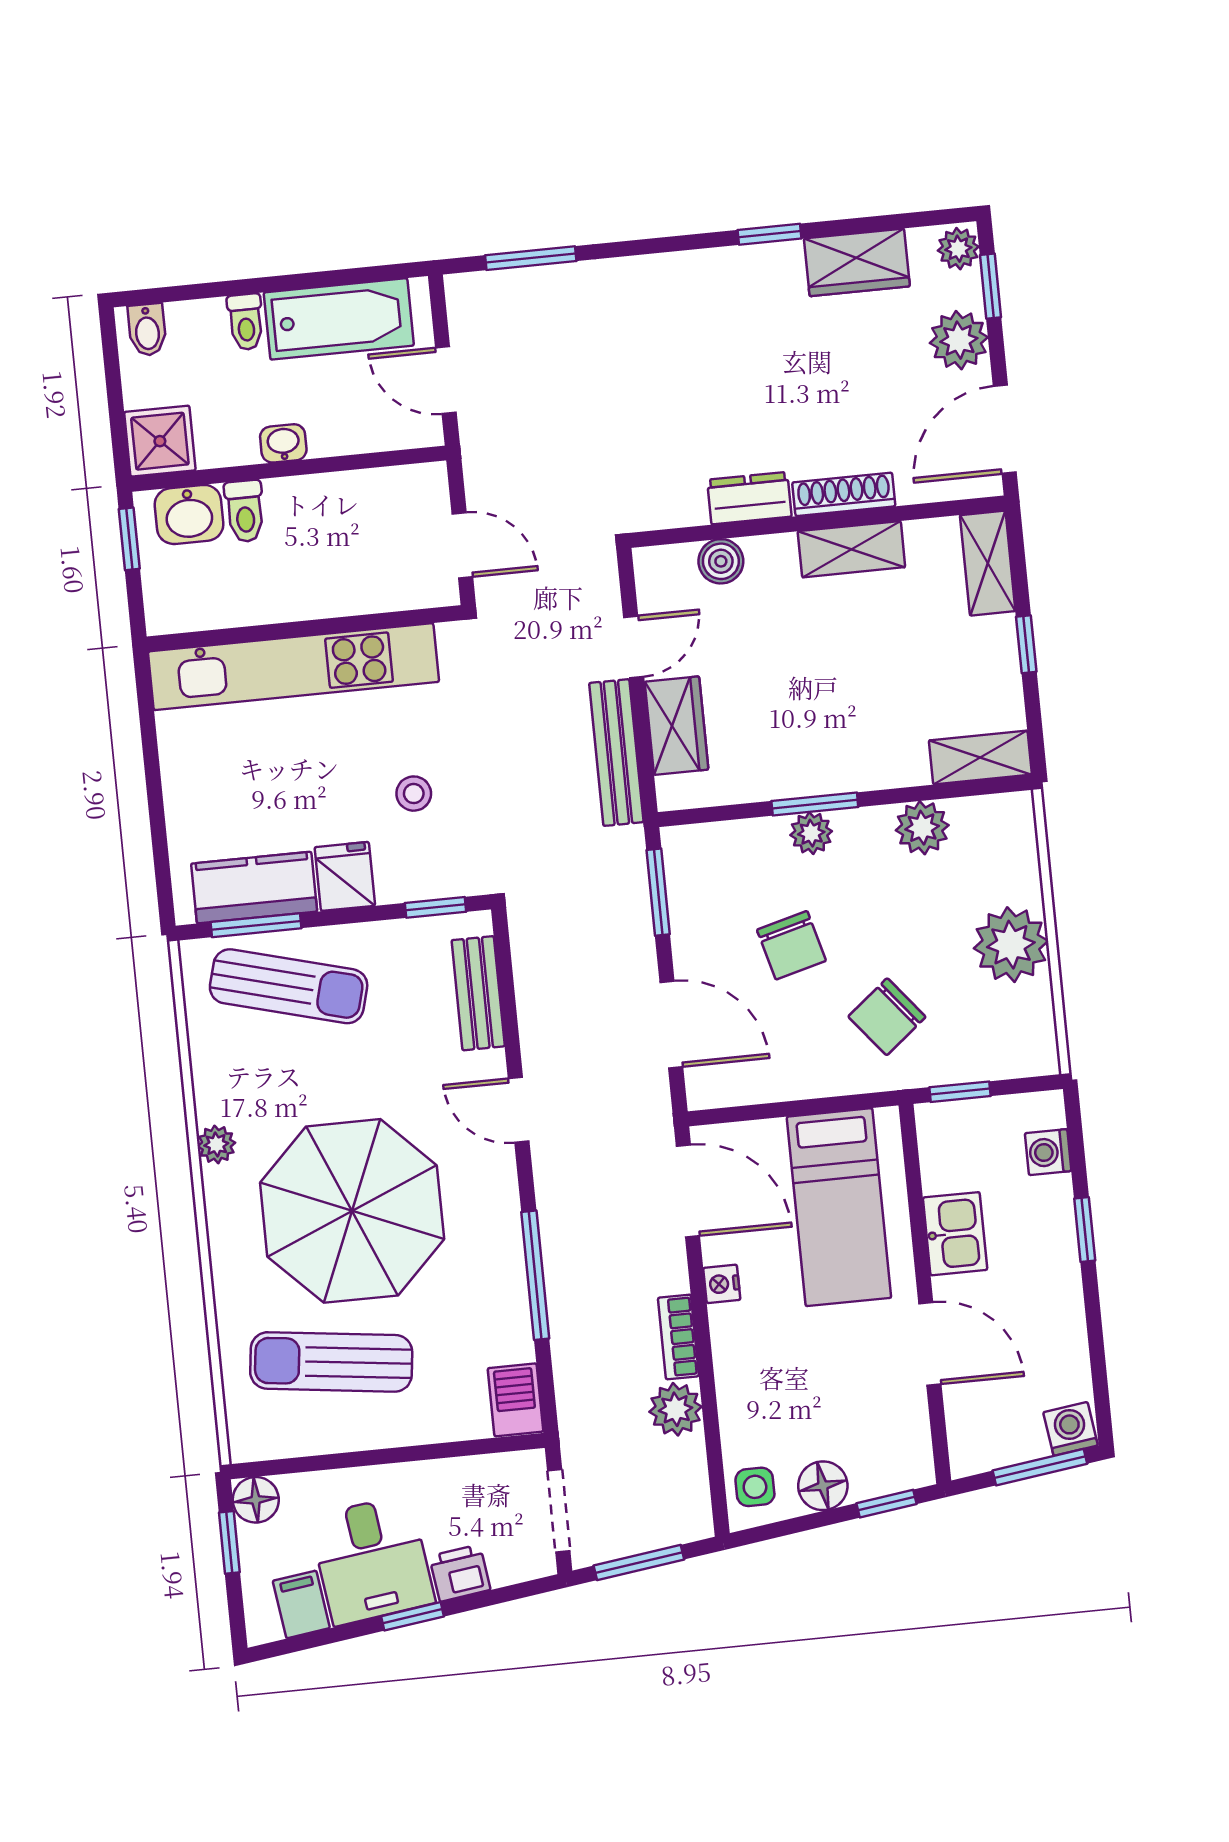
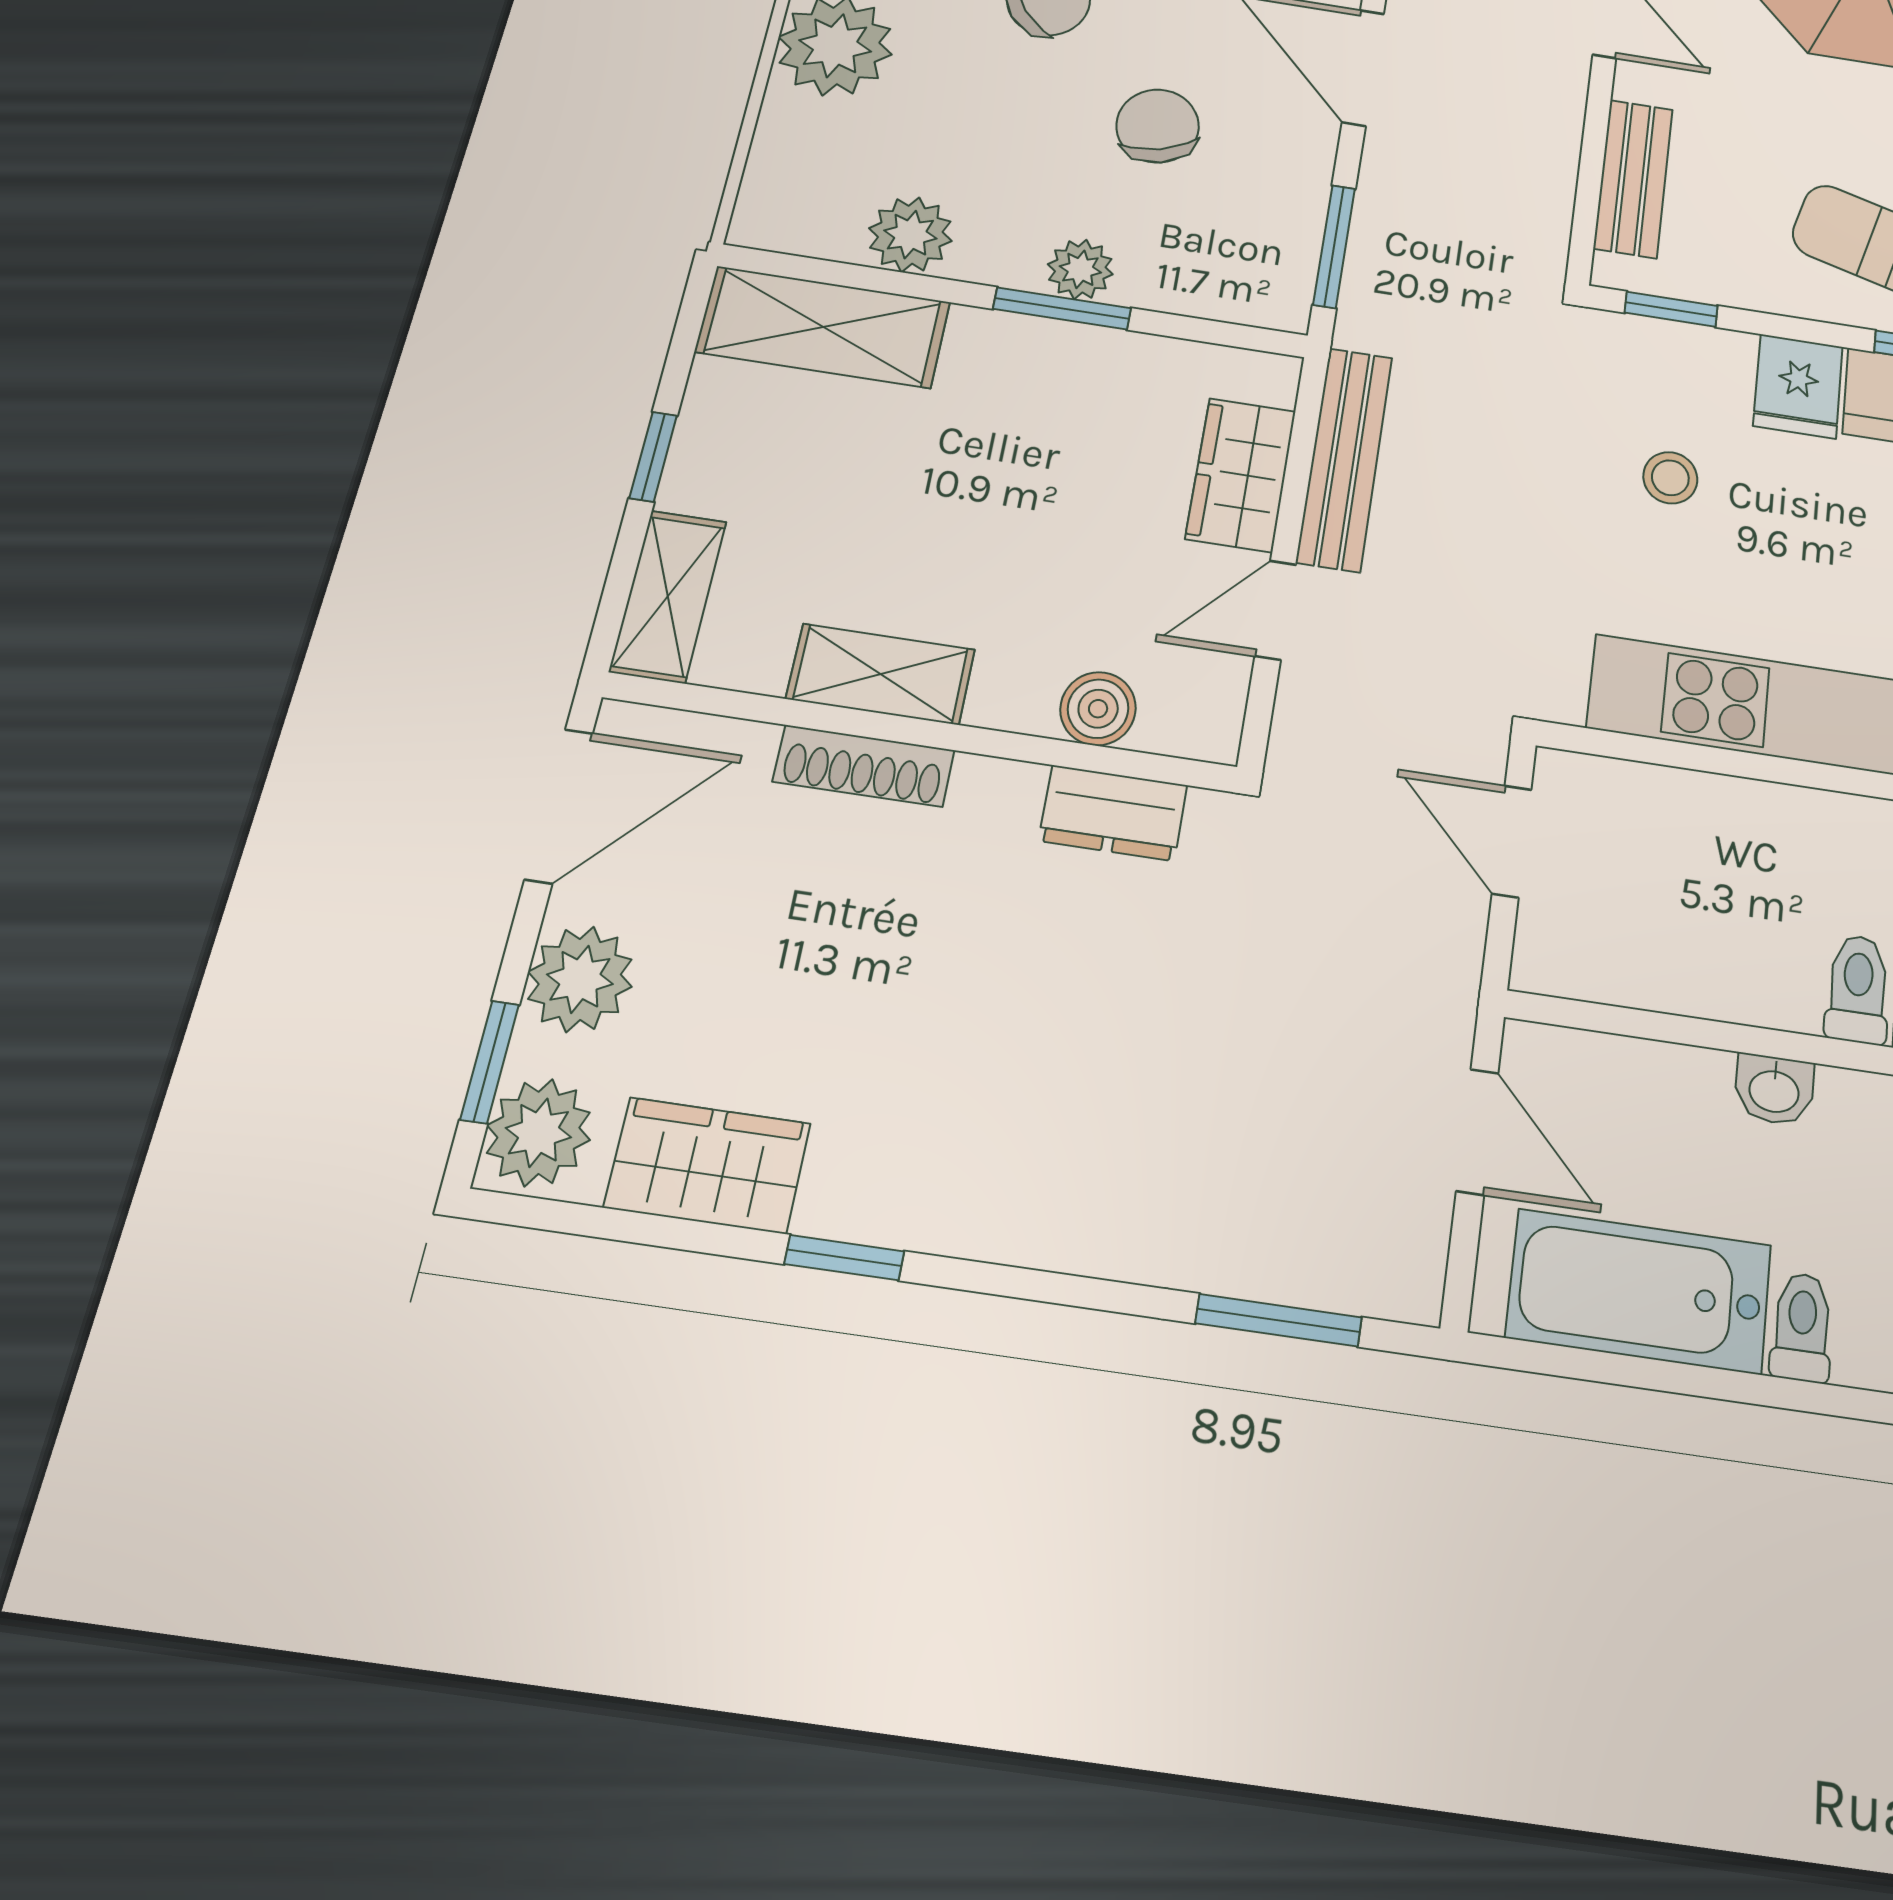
plant: (958, 249) -> (538, 1133), width x1.38, depth x1.38
dresser: (749, 498) -> (1113, 813), moved
shelving: (980, 758) -> (823, 327), width x1.50, depth x1.33

